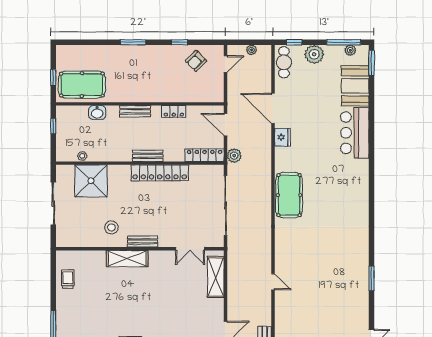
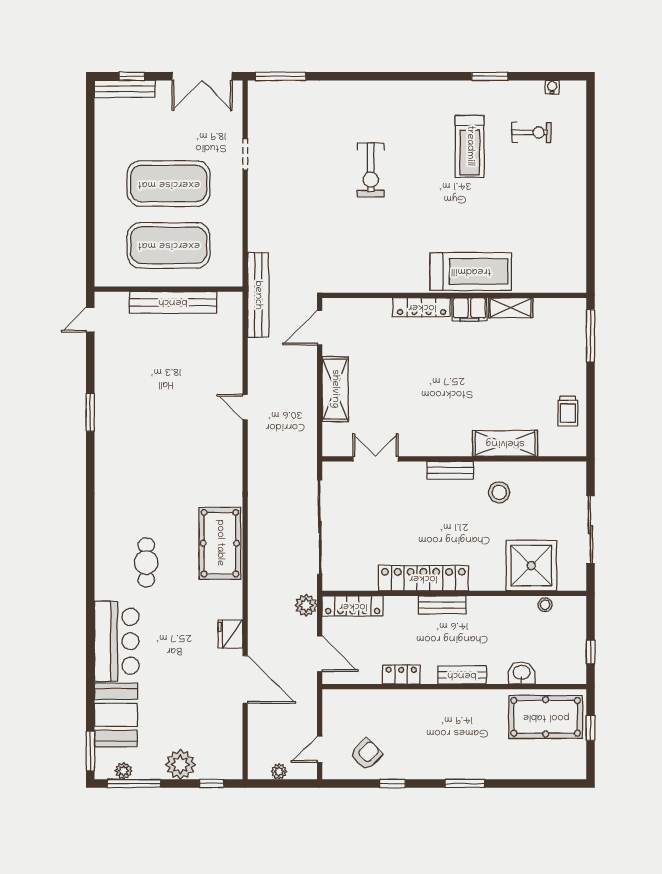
cafe table: (284, 62) -> (146, 562), moved
shelving: (127, 259) -> (505, 443), moved
shelving: (216, 277) -> (335, 389), moved

